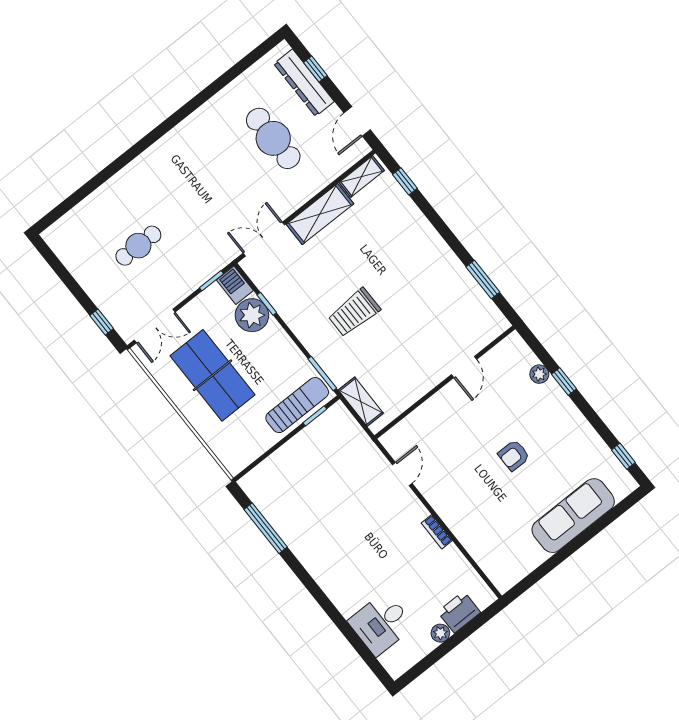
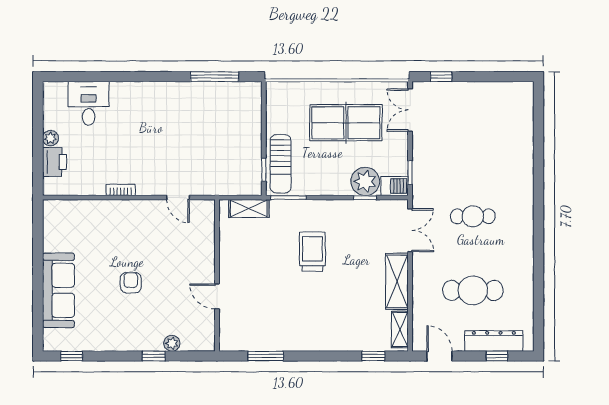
cafe table: (138, 246) -> (473, 216), moved, turned 90

